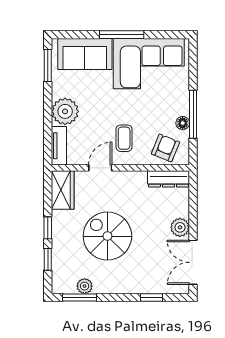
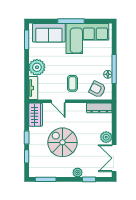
armchair: (165, 148) -> (97, 89), turned -85
door: (100, 168) -> (58, 101), swing flipped
plant: (85, 286) -> (78, 172), moved

